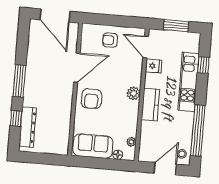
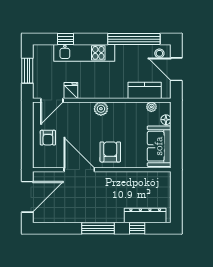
armchair: (91, 99) -> (110, 152), turned -90
kitchen counter: (150, 105) -> (145, 90), moved

